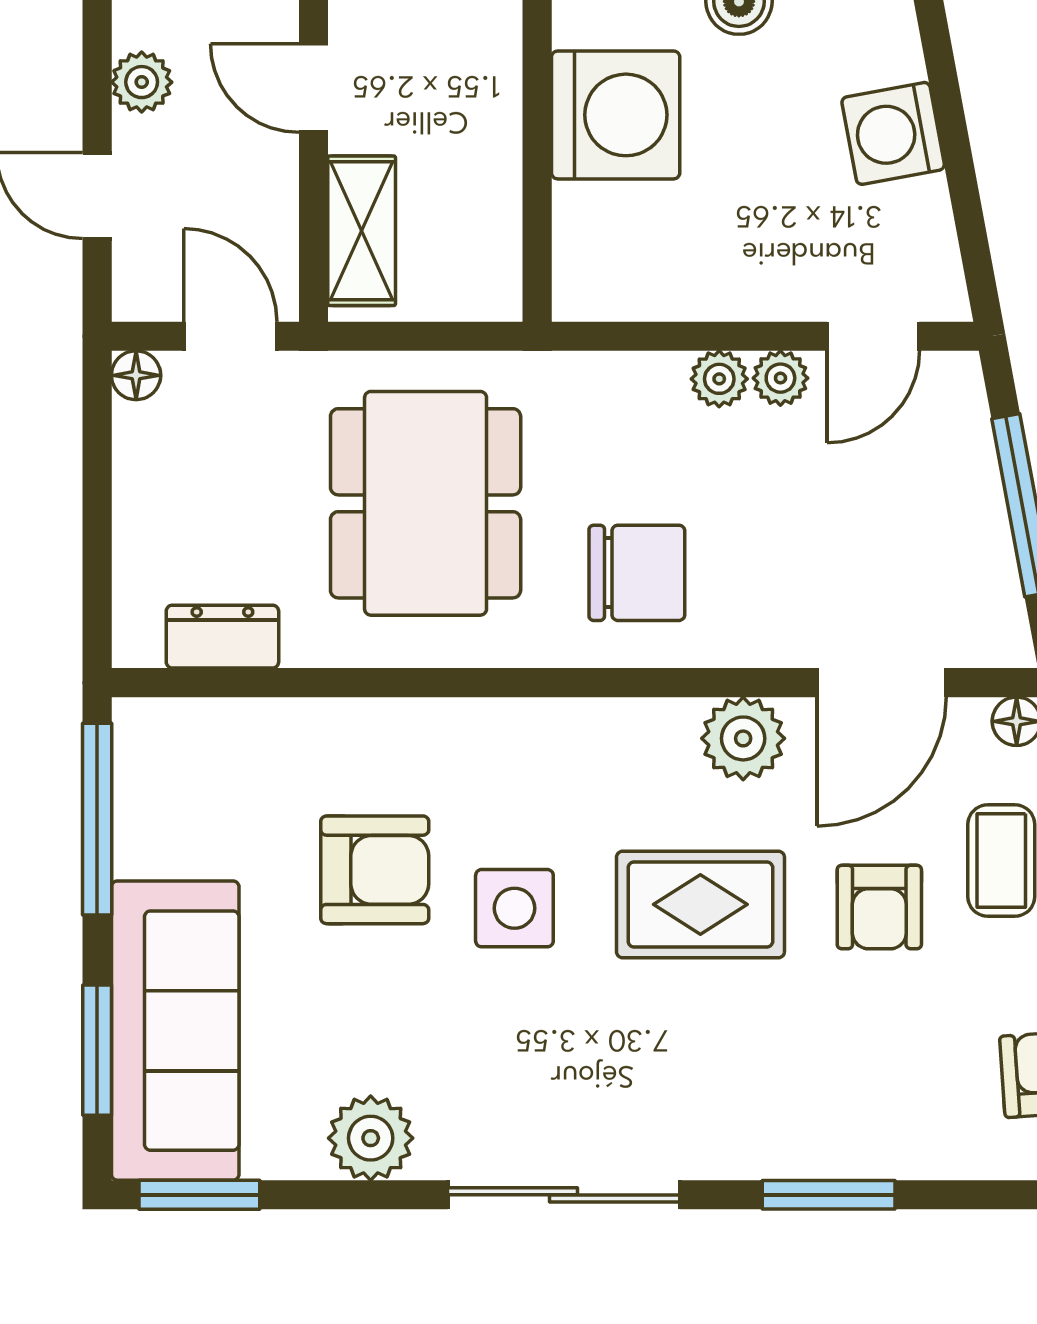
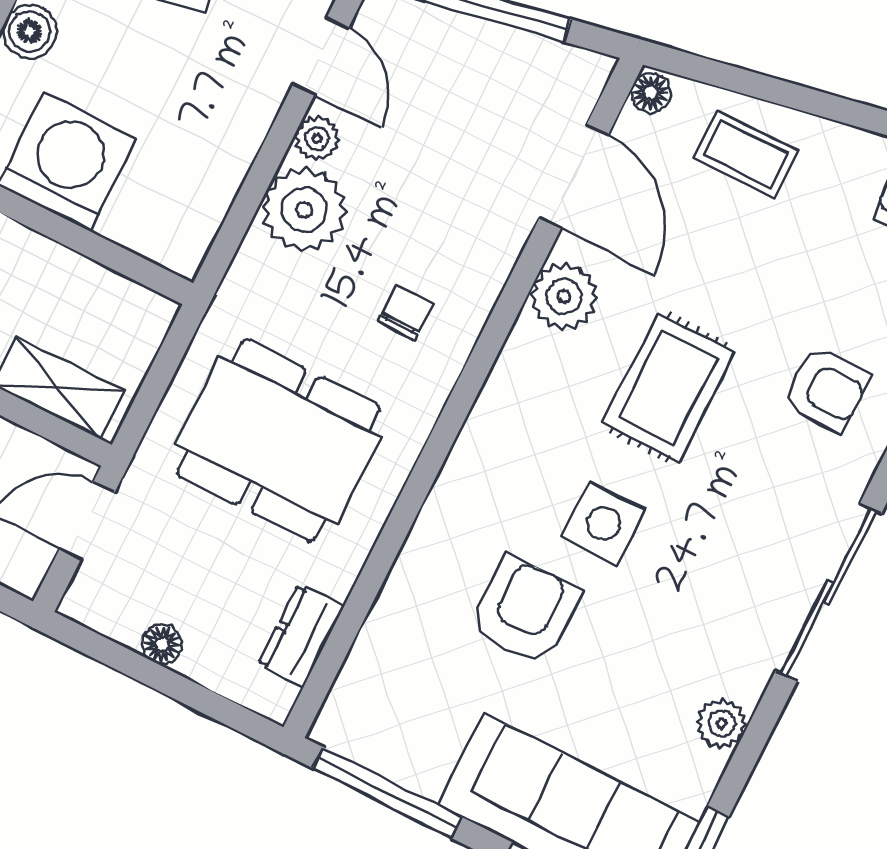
floor lamp: (136, 375) -> (162, 644), moved
plant: (719, 379) -> (304, 210), width x1.87, depth x1.87
chair: (637, 573) -> (406, 313), width x0.54, depth x0.54
armchair: (879, 907) -> (826, 389), moved
plant: (371, 1138) -> (722, 723), width x0.73, depth x0.73

